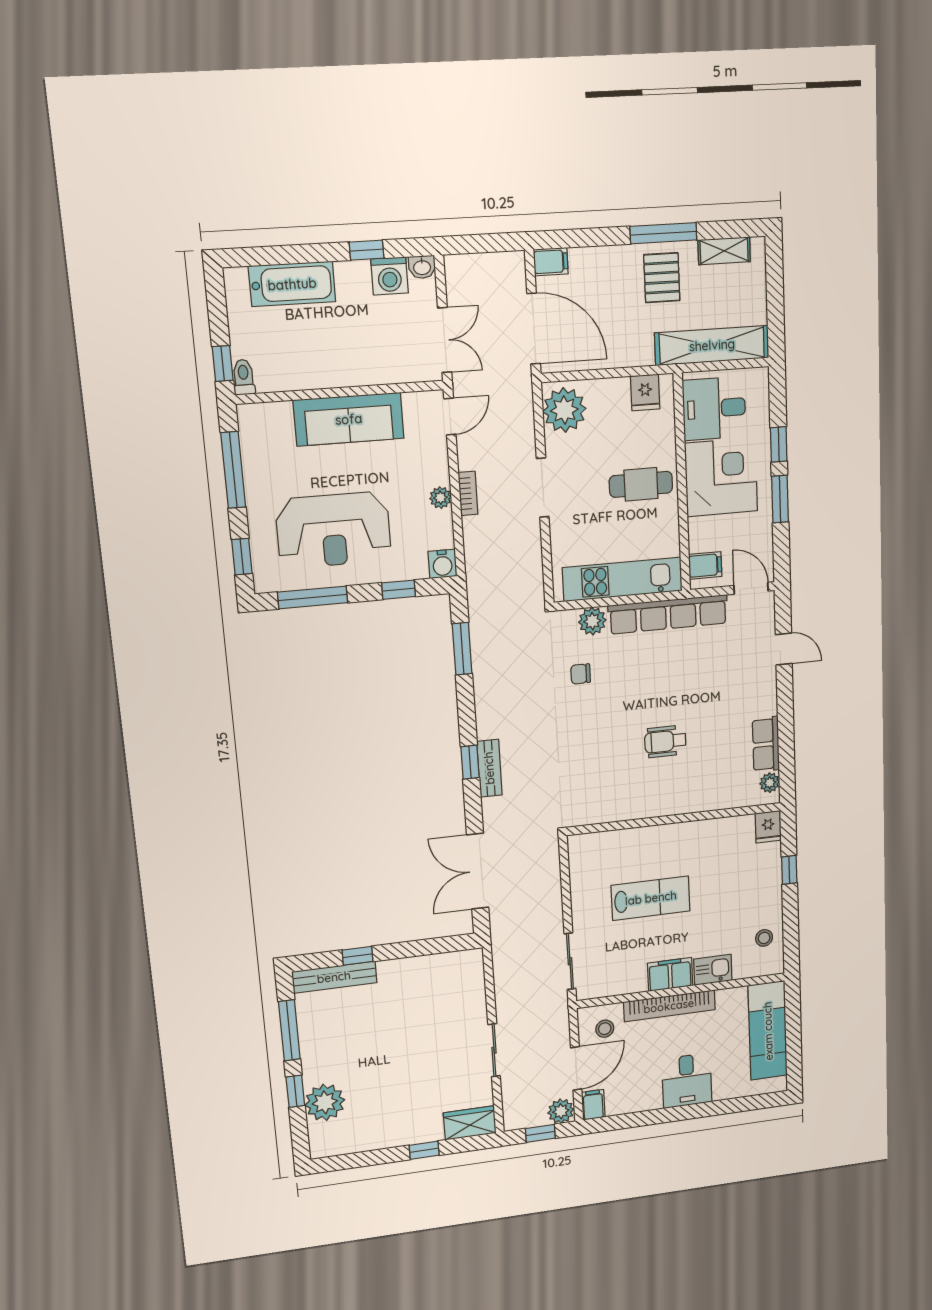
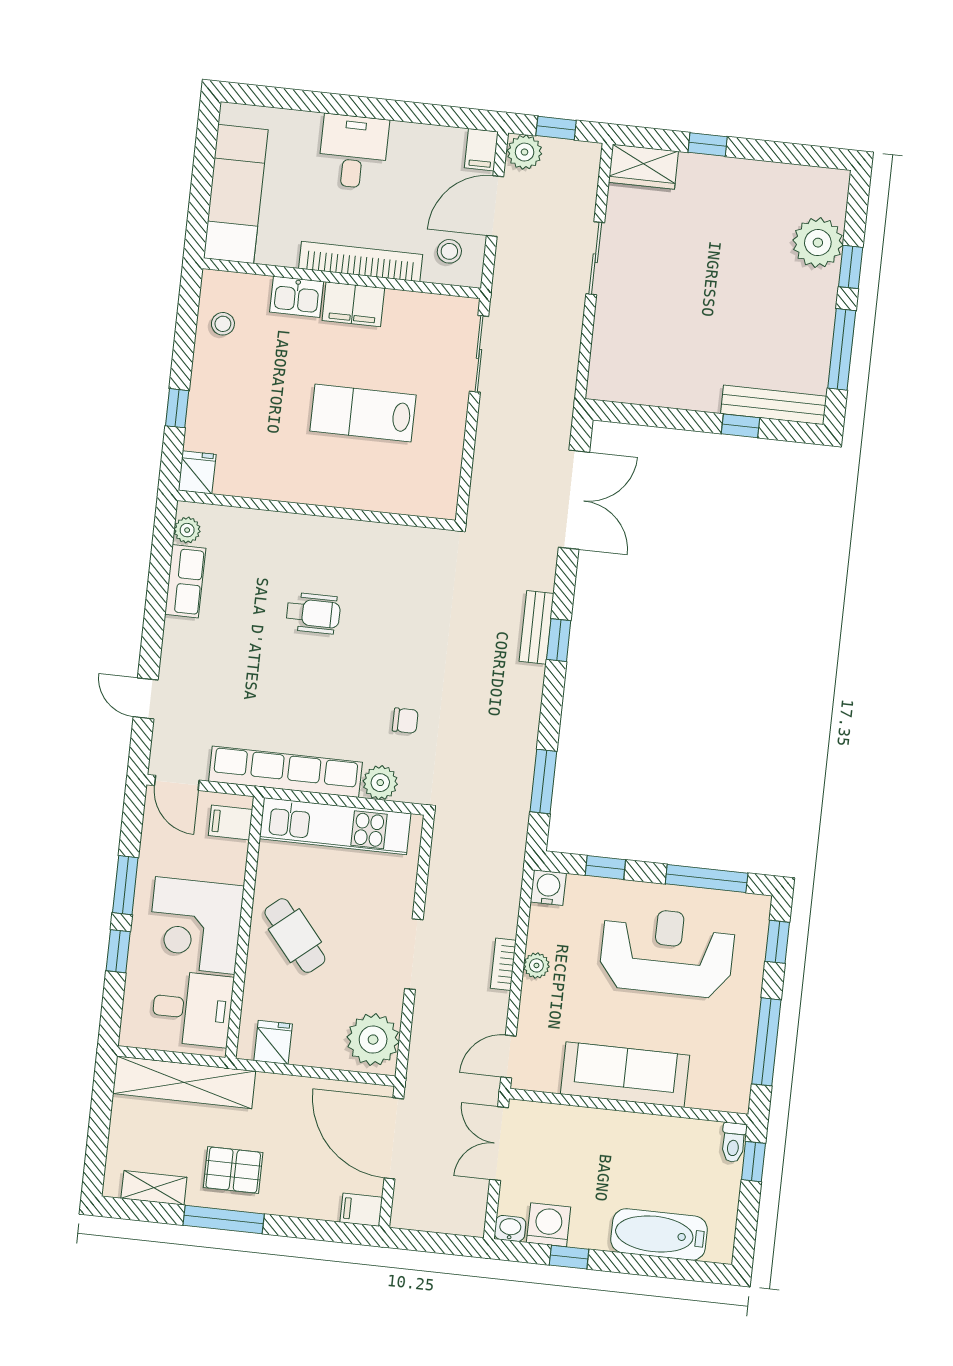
pallet: (662, 278) -> (233, 1170), turned 90
cafe table: (641, 484) -> (295, 936), turned 50

